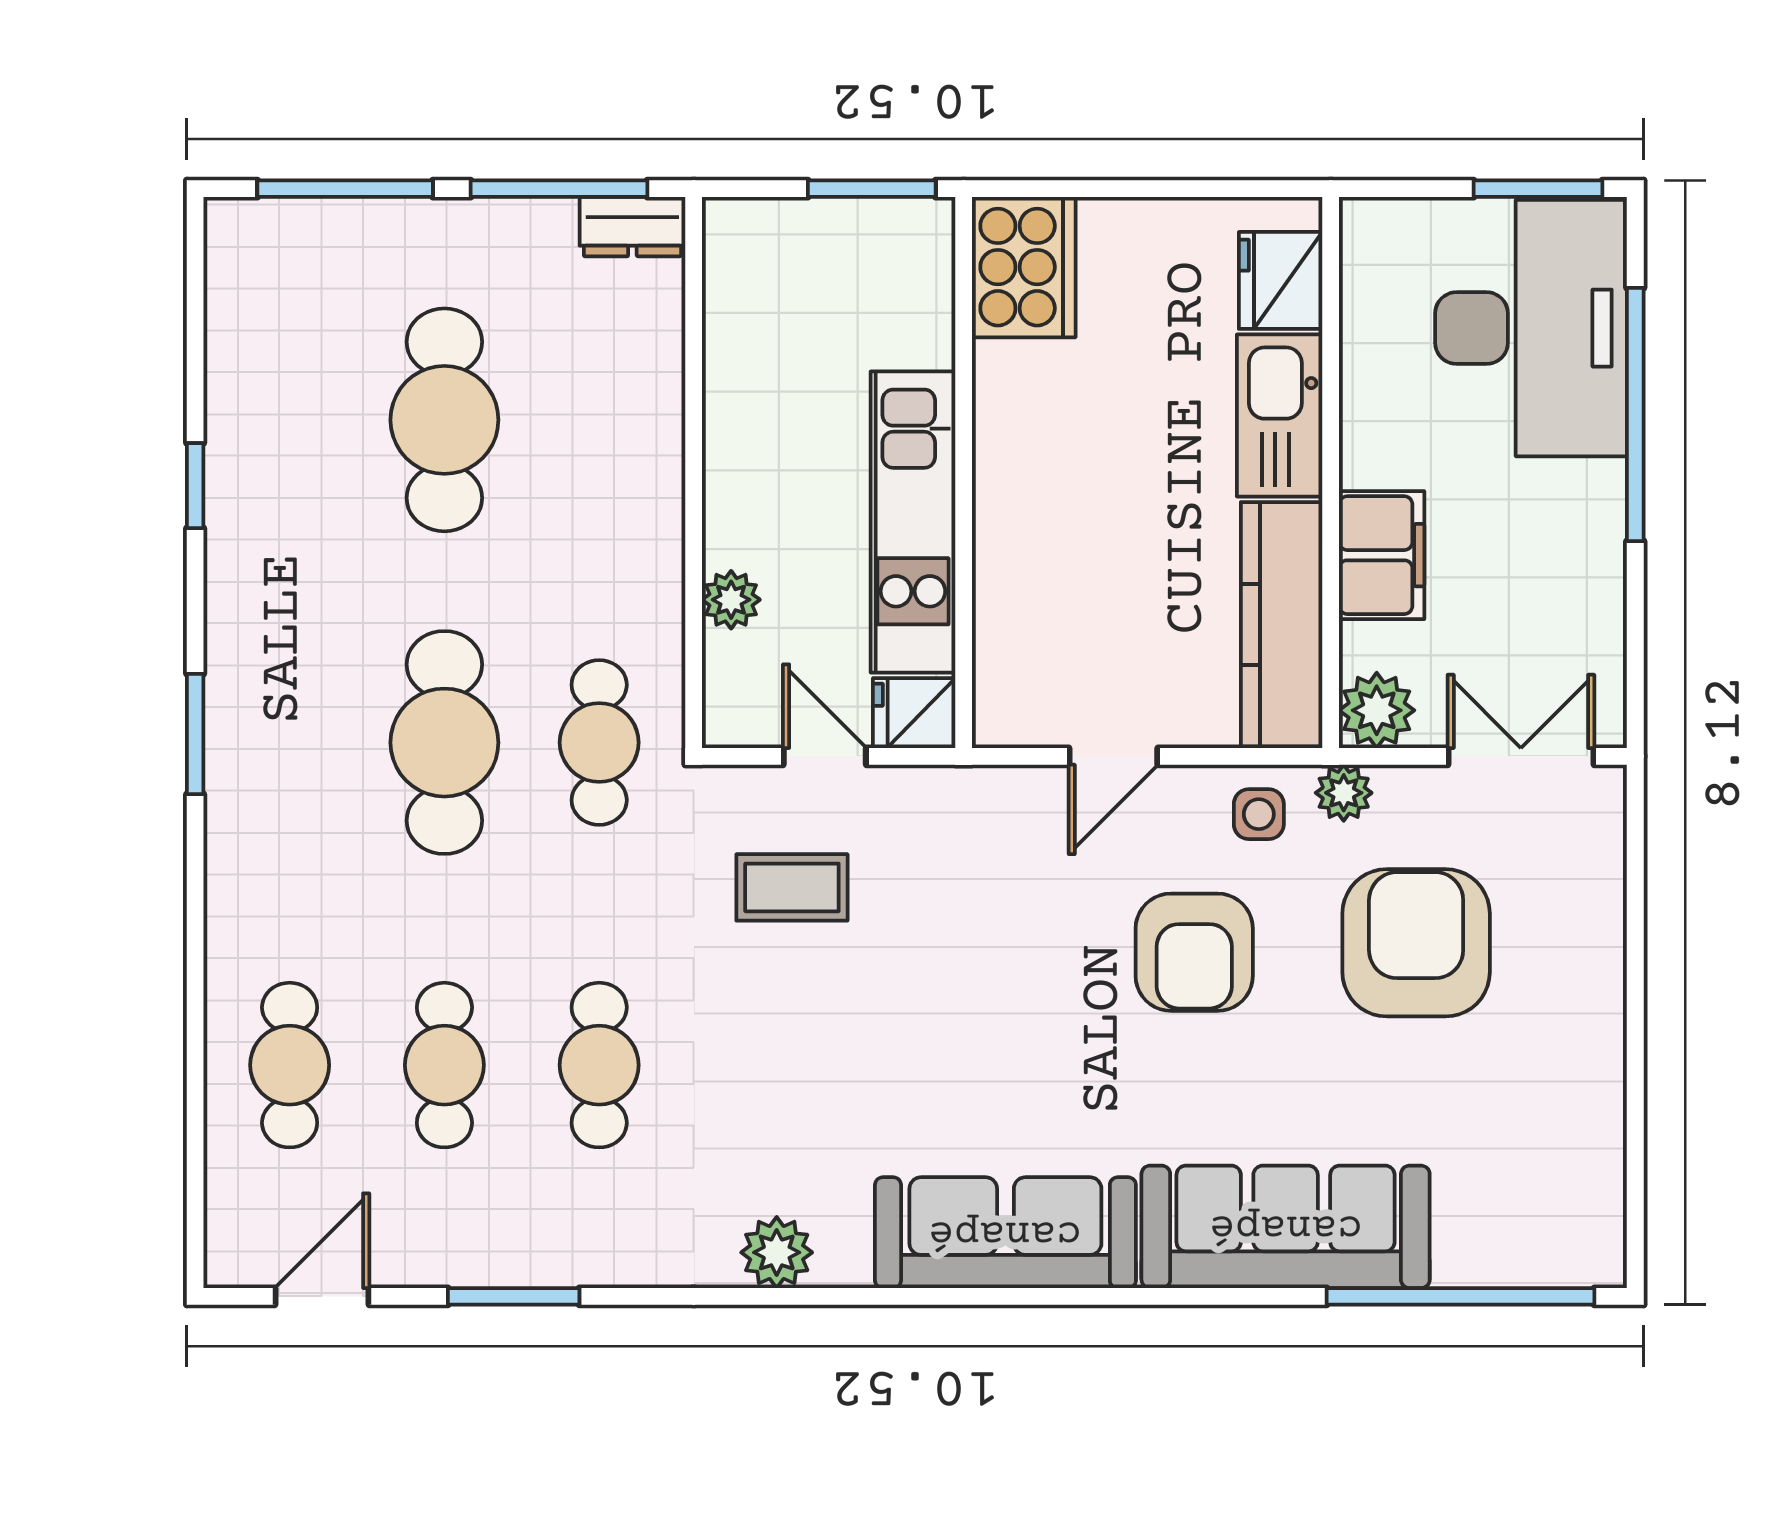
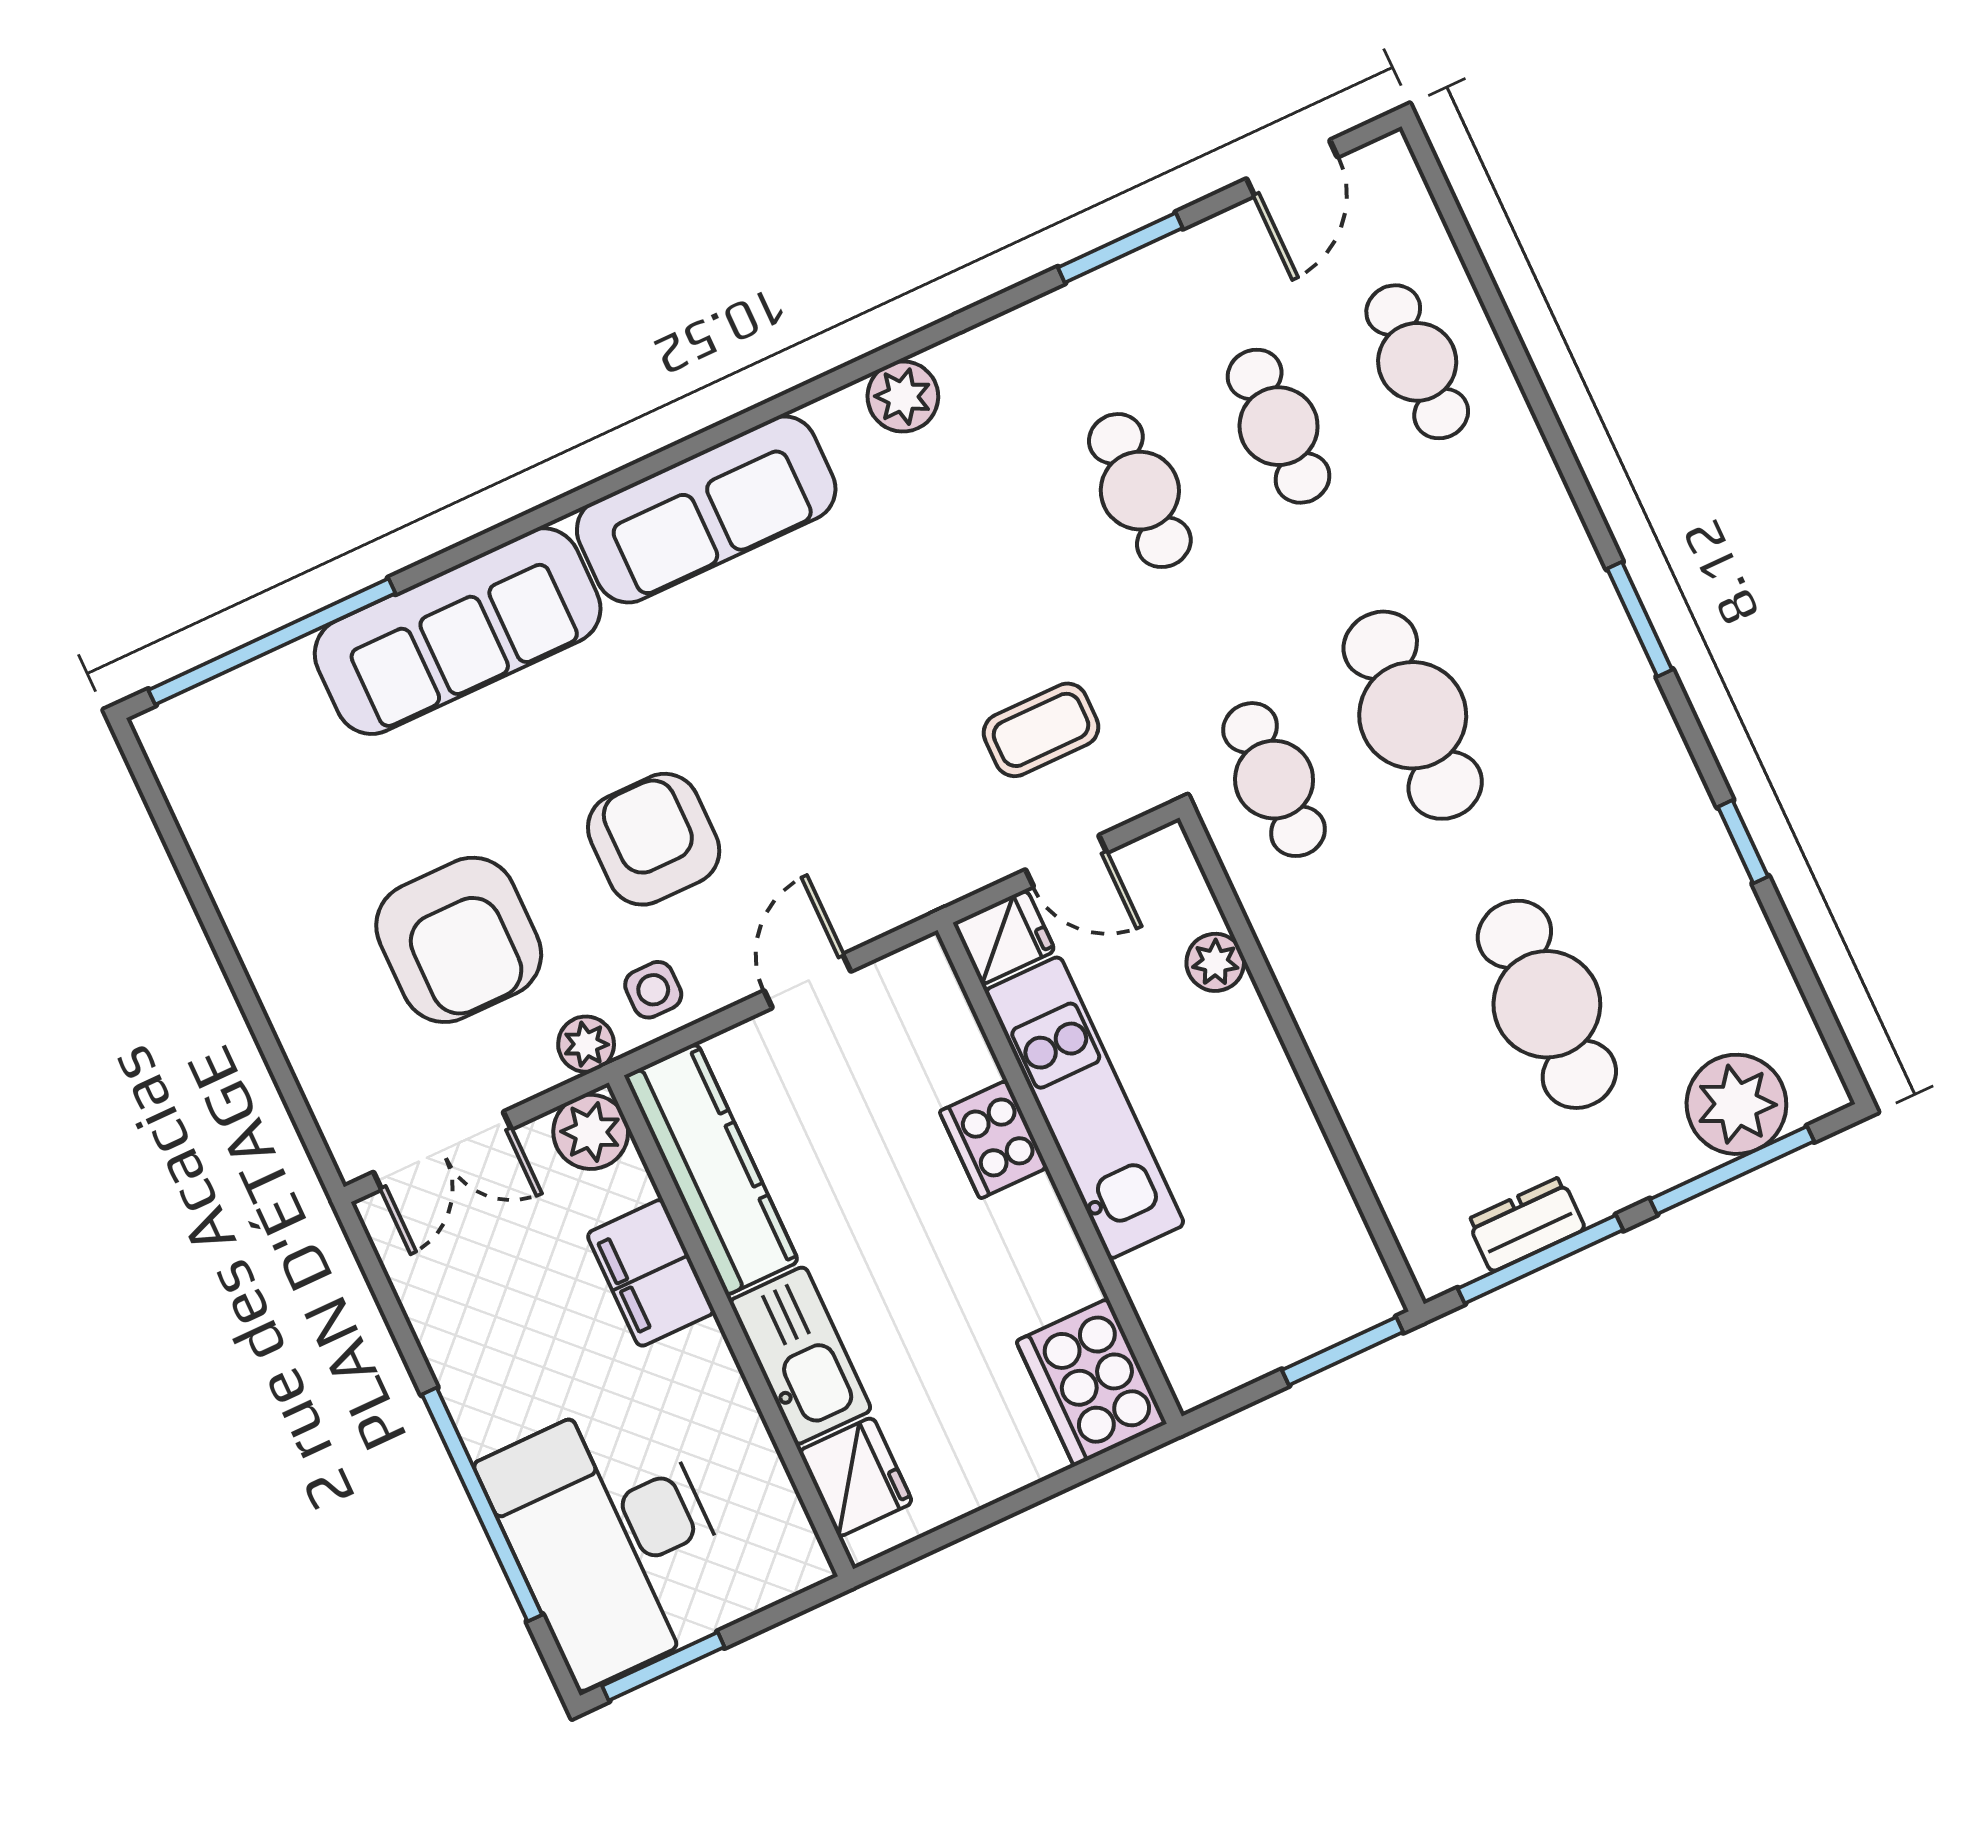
window: (872, 189) -> (1343, 1351), moved
dresser: (632, 227) -> (1526, 1224), moved
plant: (313, 247) -> (1736, 1104), added
cooker: (1010, 532) -> (994, 1139), added

